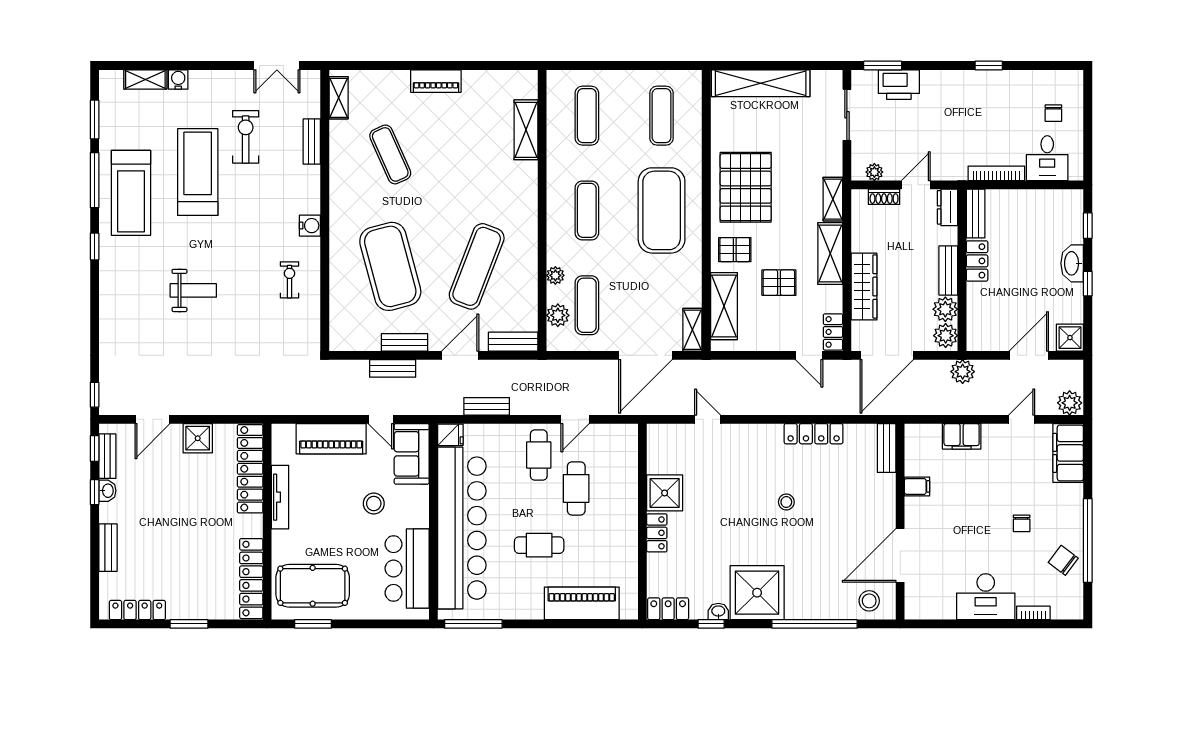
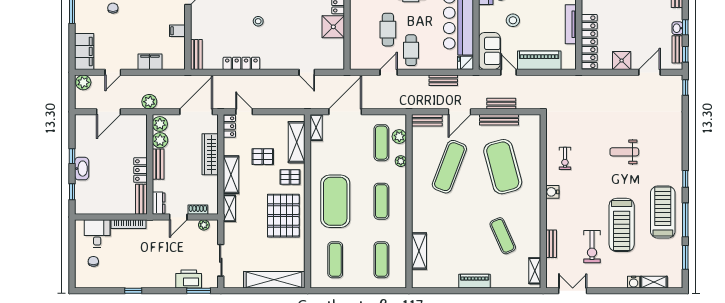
shower: (1070, 338) -> (83, 123), removed
bench: (404, 342) -> (499, 120), width x1.36

